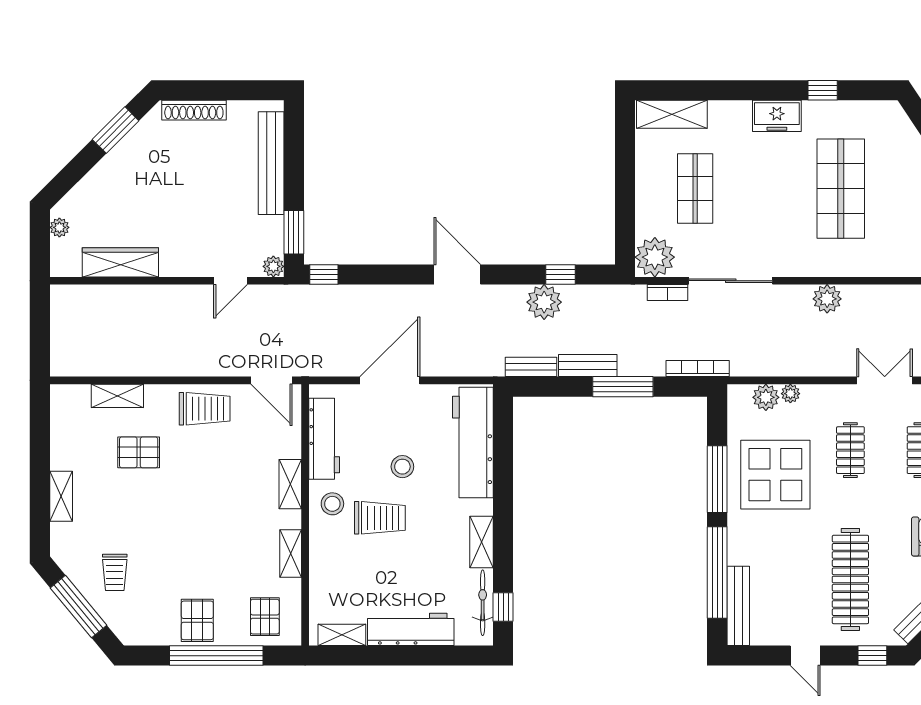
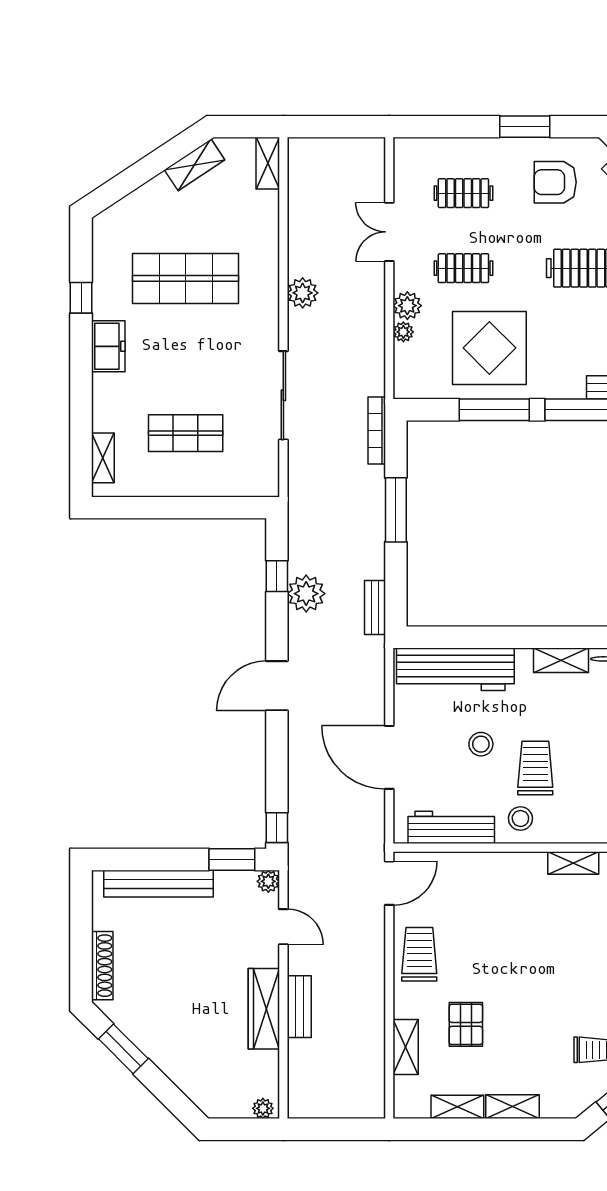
shelving: (672, 114) -> (103, 458), width x0.67, depth x0.75
plant: (59, 227) -> (263, 1108), moved
plant: (655, 257) -> (258, 476), removed
wardrobe: (120, 262) -> (264, 1009), moved
bookcase: (667, 293) -> (296, 463), removed
bench: (588, 365) -> (299, 1007), moved
plant: (766, 397) -> (407, 306), moved
shelving: (290, 484) -> (457, 1107), moved

